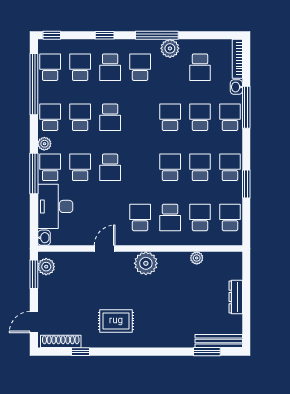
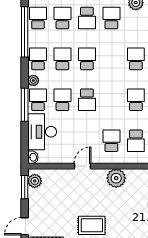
school desk: (110, 117) -> (87, 59), turned 180

